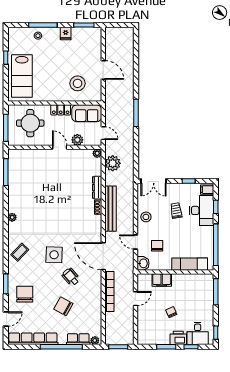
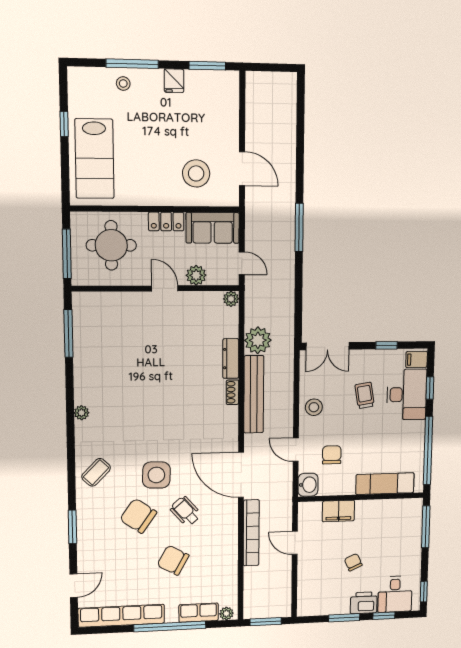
door: (103, 70) -> (242, 169), moved
plant: (113, 163) -> (258, 340), moved
chair: (25, 294) -> (138, 516), moved, turned -55
door: (135, 299) -> (295, 543), swing flipped

